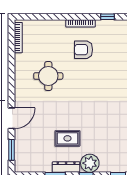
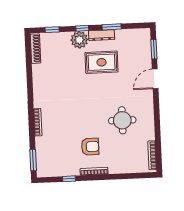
rug: (67, 138) -> (102, 62), width x1.36, depth x1.43

